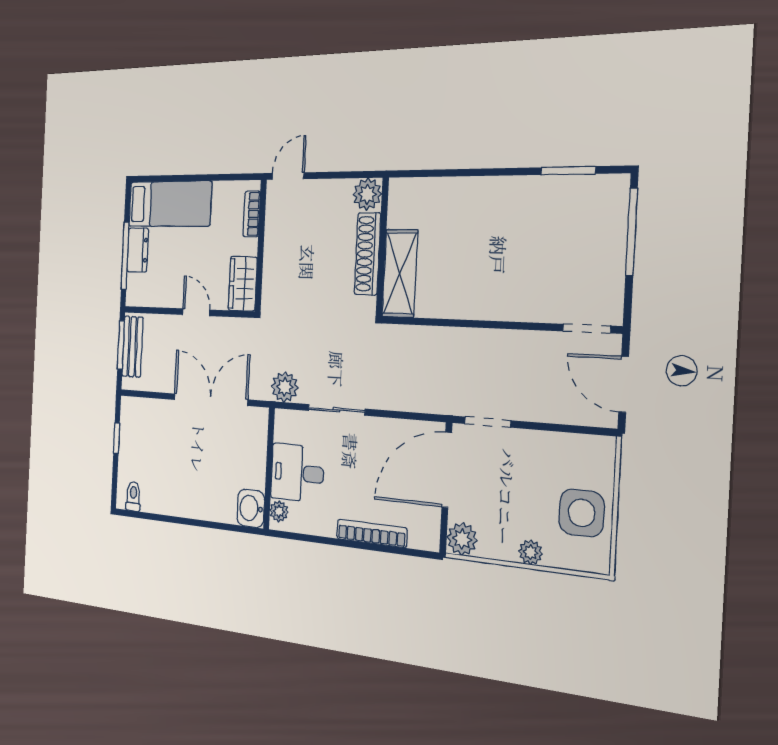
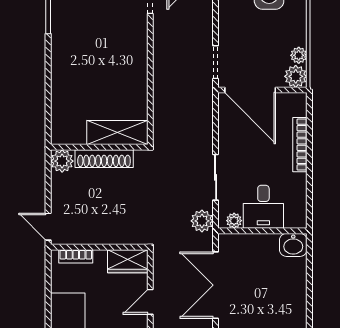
plant: (279, 511) -> (234, 221), moved
plant: (531, 552) -> (299, 55), moved

